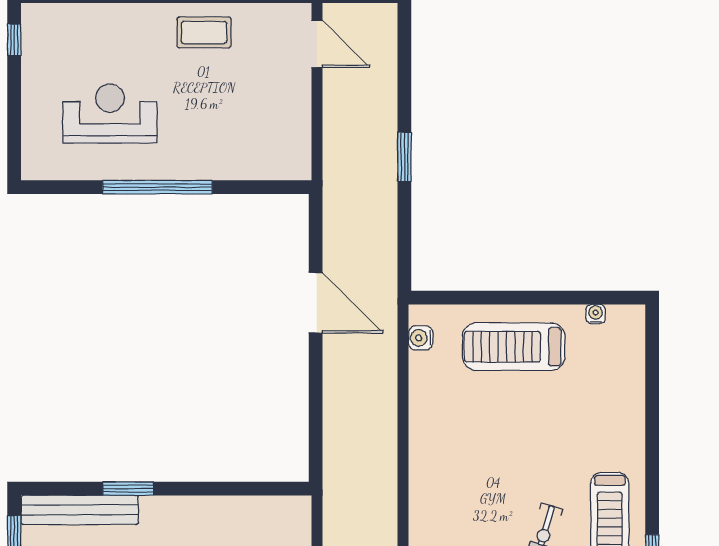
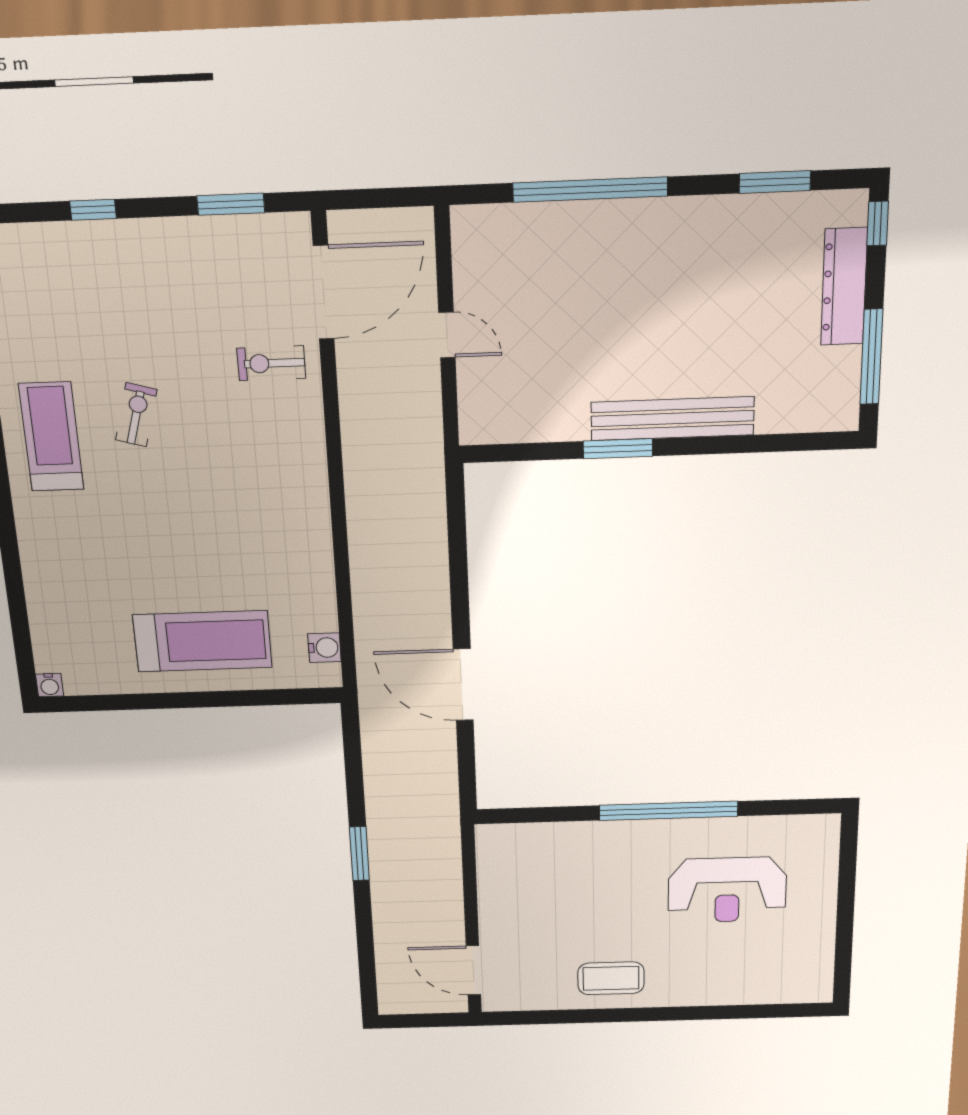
window: (14, 40) -> (843, 964), removed
water cooler: (596, 314) -> (49, 685), moved
window: (128, 489) -> (618, 449), moved
bench: (80, 510) -> (672, 419), moved

